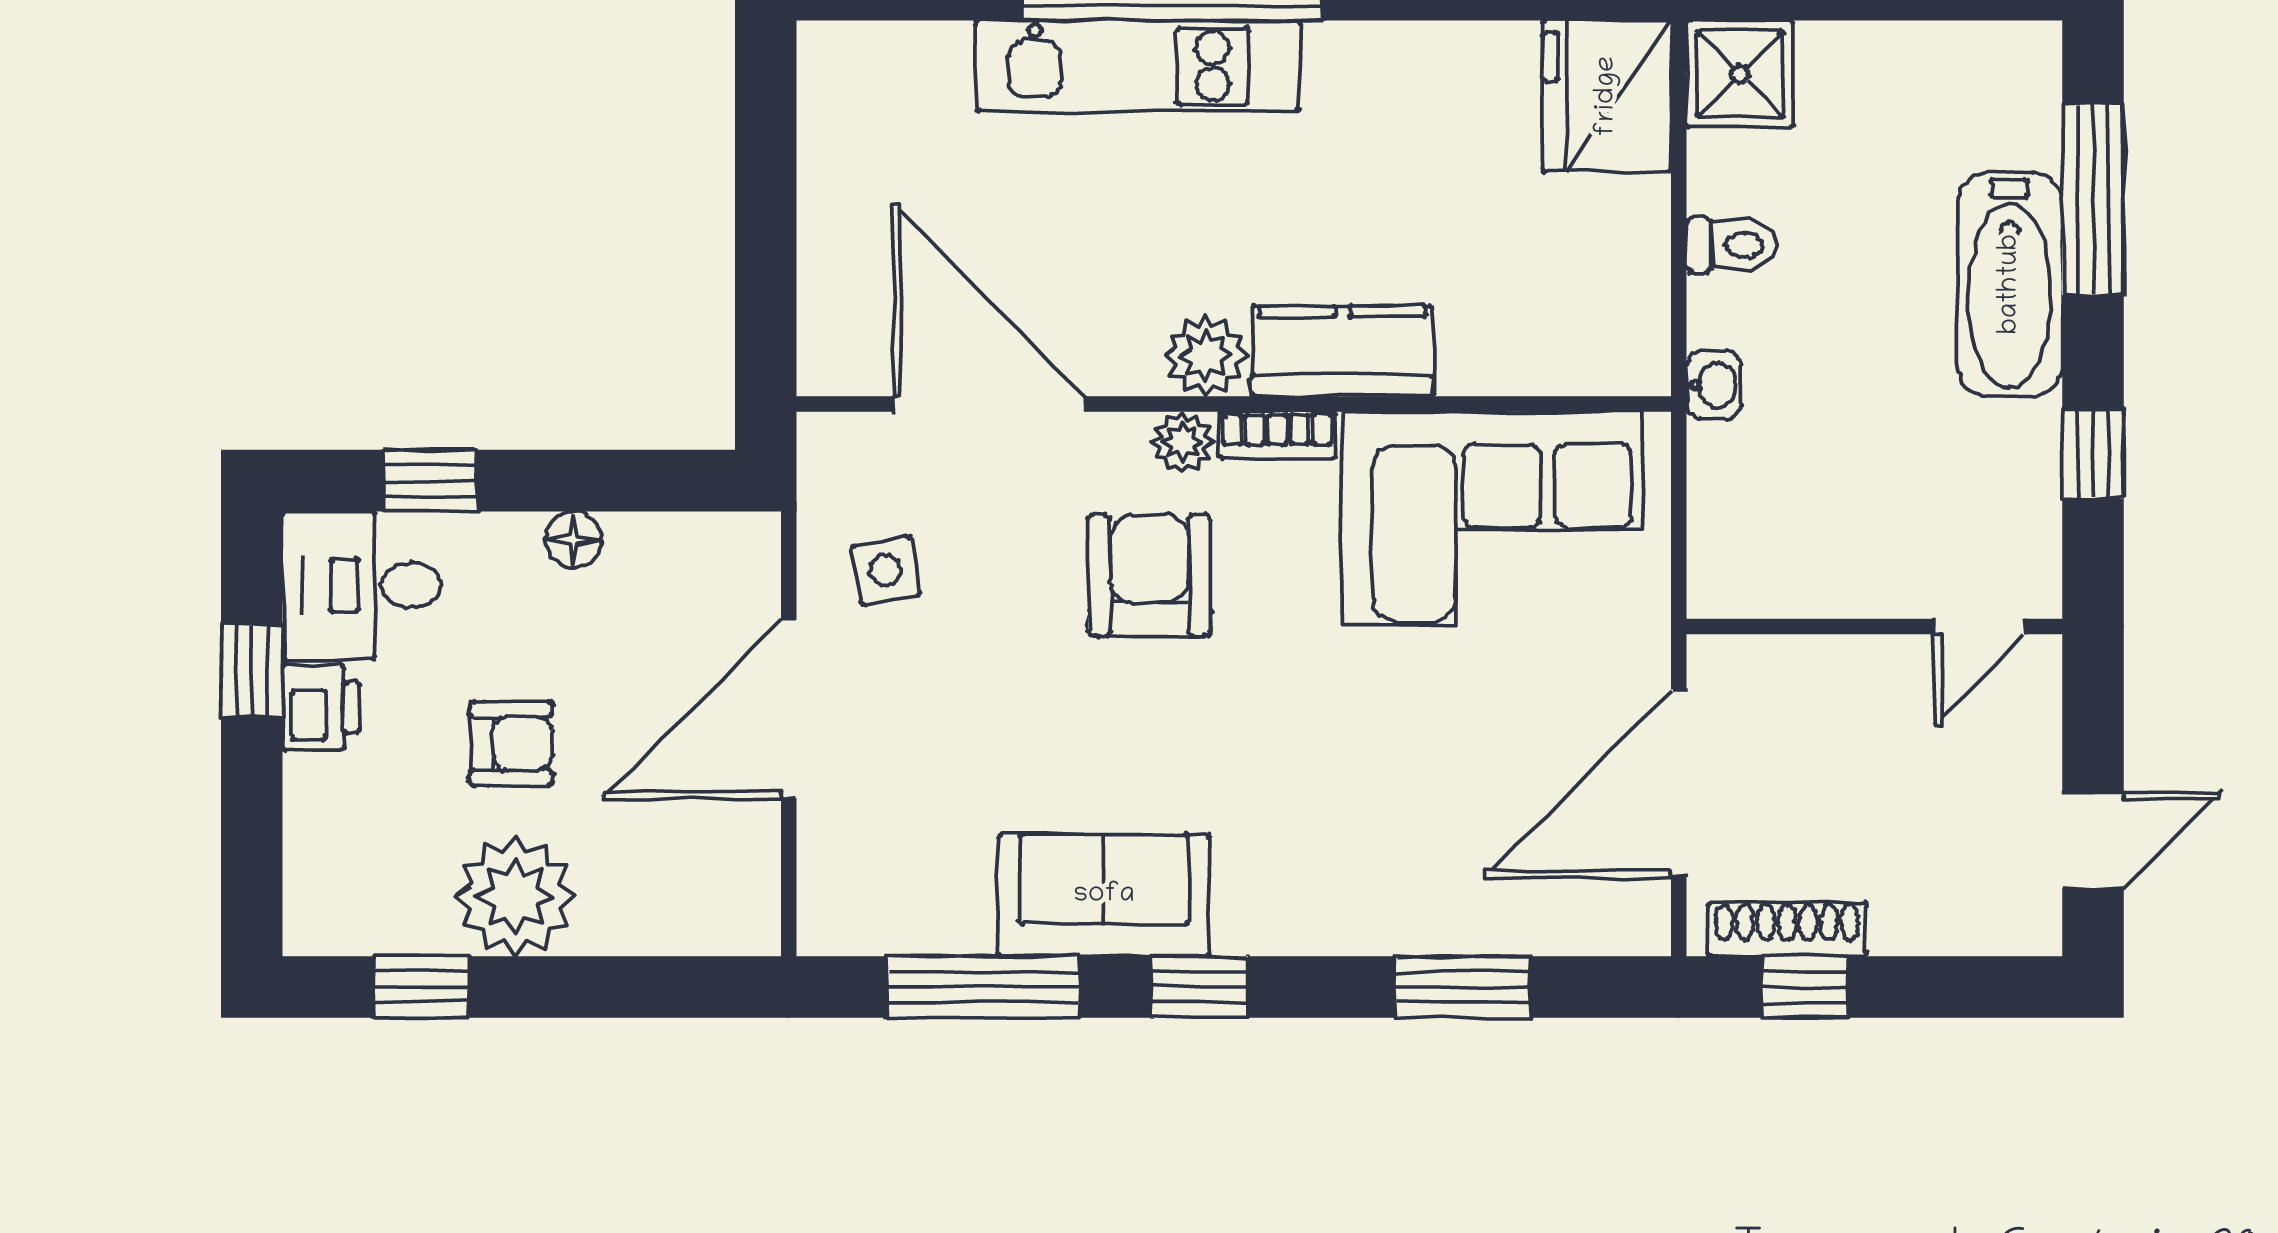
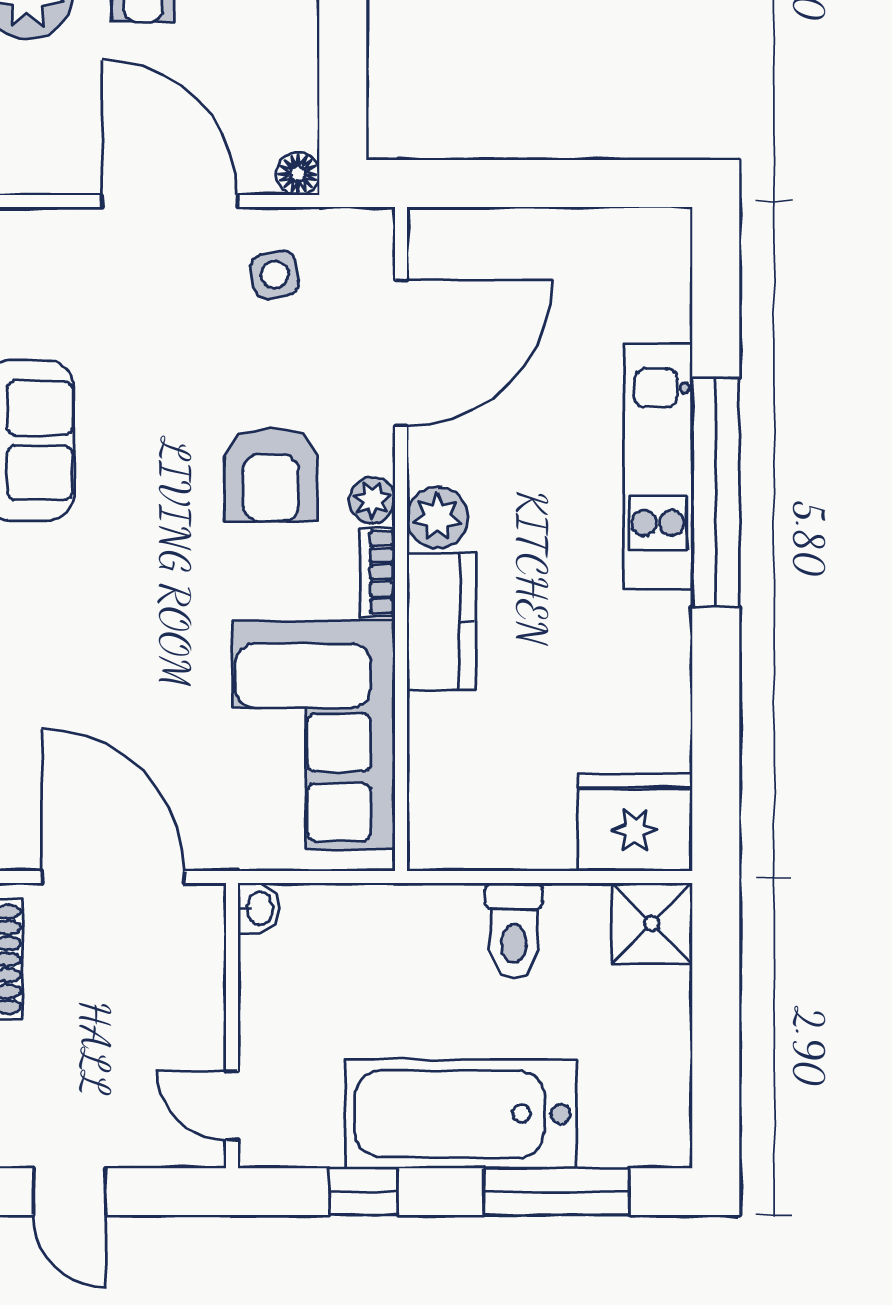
toilet: (1732, 245) -> (514, 930), width x1.37, depth x1.39
bathtub: (2010, 284) -> (461, 1114), width x1.36, depth x1.36
washbasin: (1714, 385) -> (259, 908), moved, turned -90
floor lamp: (573, 540) -> (298, 174), moved
armchair: (1149, 575) -> (271, 475), turned 90

